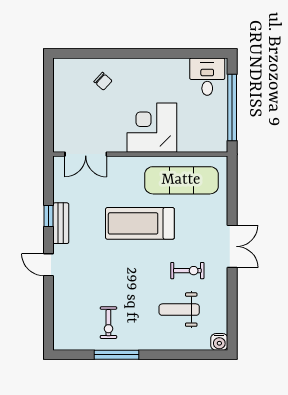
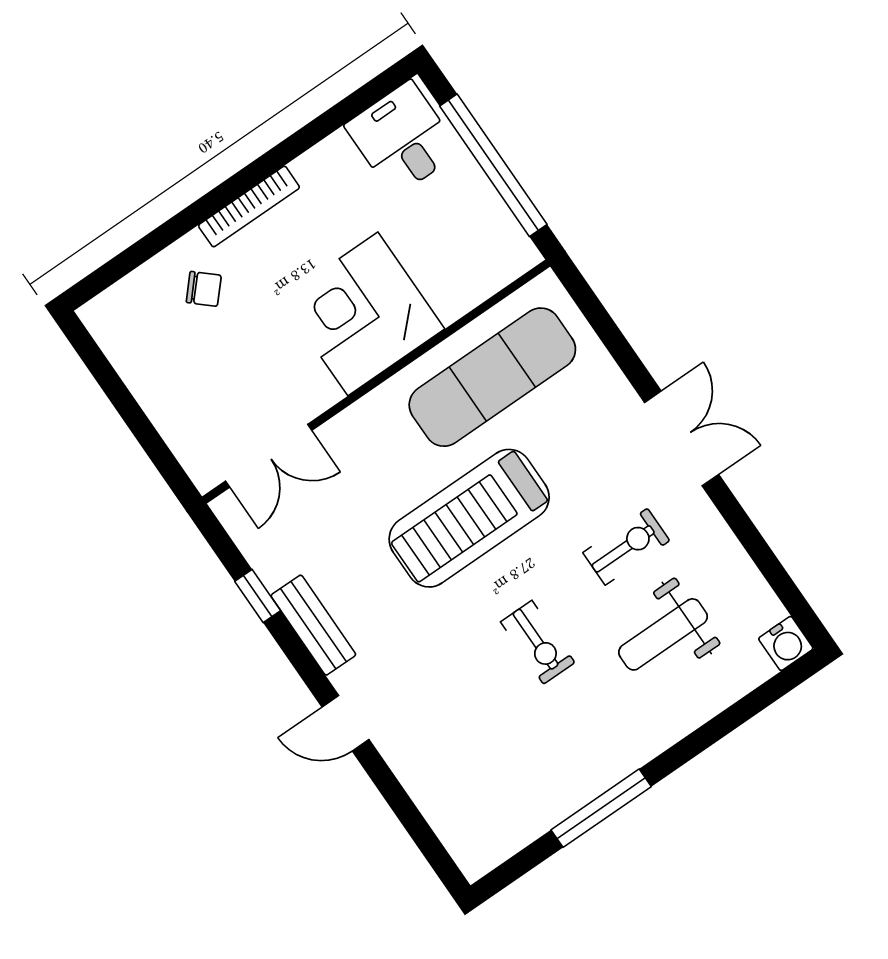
bookcase: (138, 64) -> (249, 206), added
window: (49, 216) -> (258, 596), moved
exercise bike: (108, 323) -> (538, 642), moved

